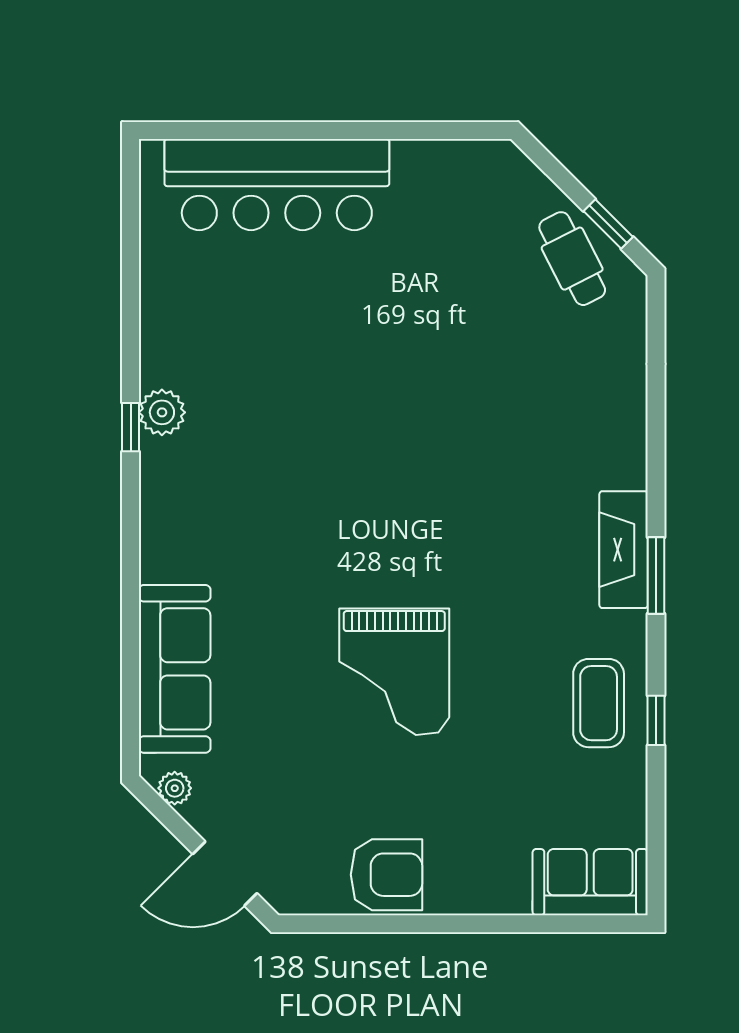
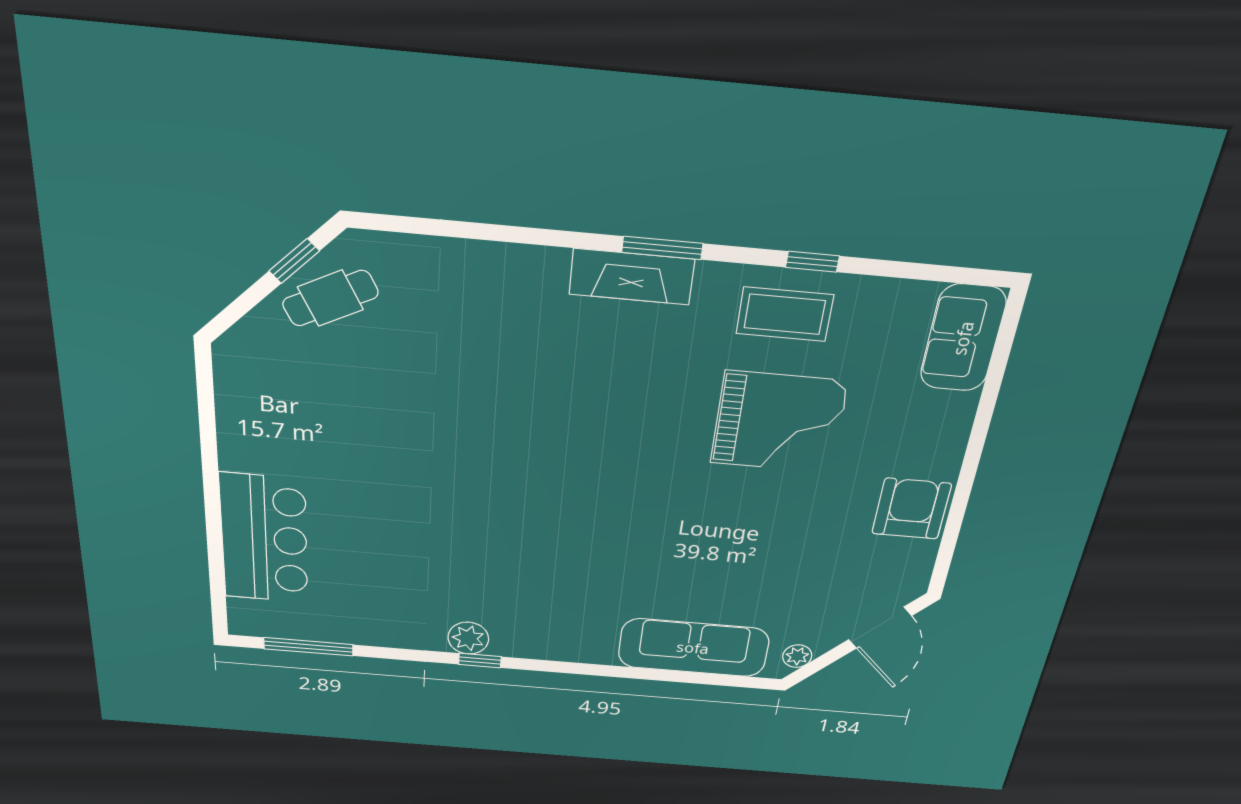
bar counter: (277, 185) -> (264, 539), width x0.73
window: (131, 230) -> (308, 647), added
grand piano: (394, 672) -> (779, 422), moved

